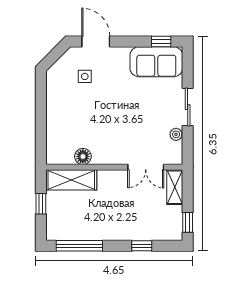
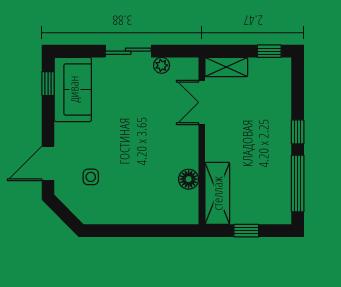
double door: (146, 167) -> (202, 102), swing flipped
window: (142, 246) -> (298, 132), moved

